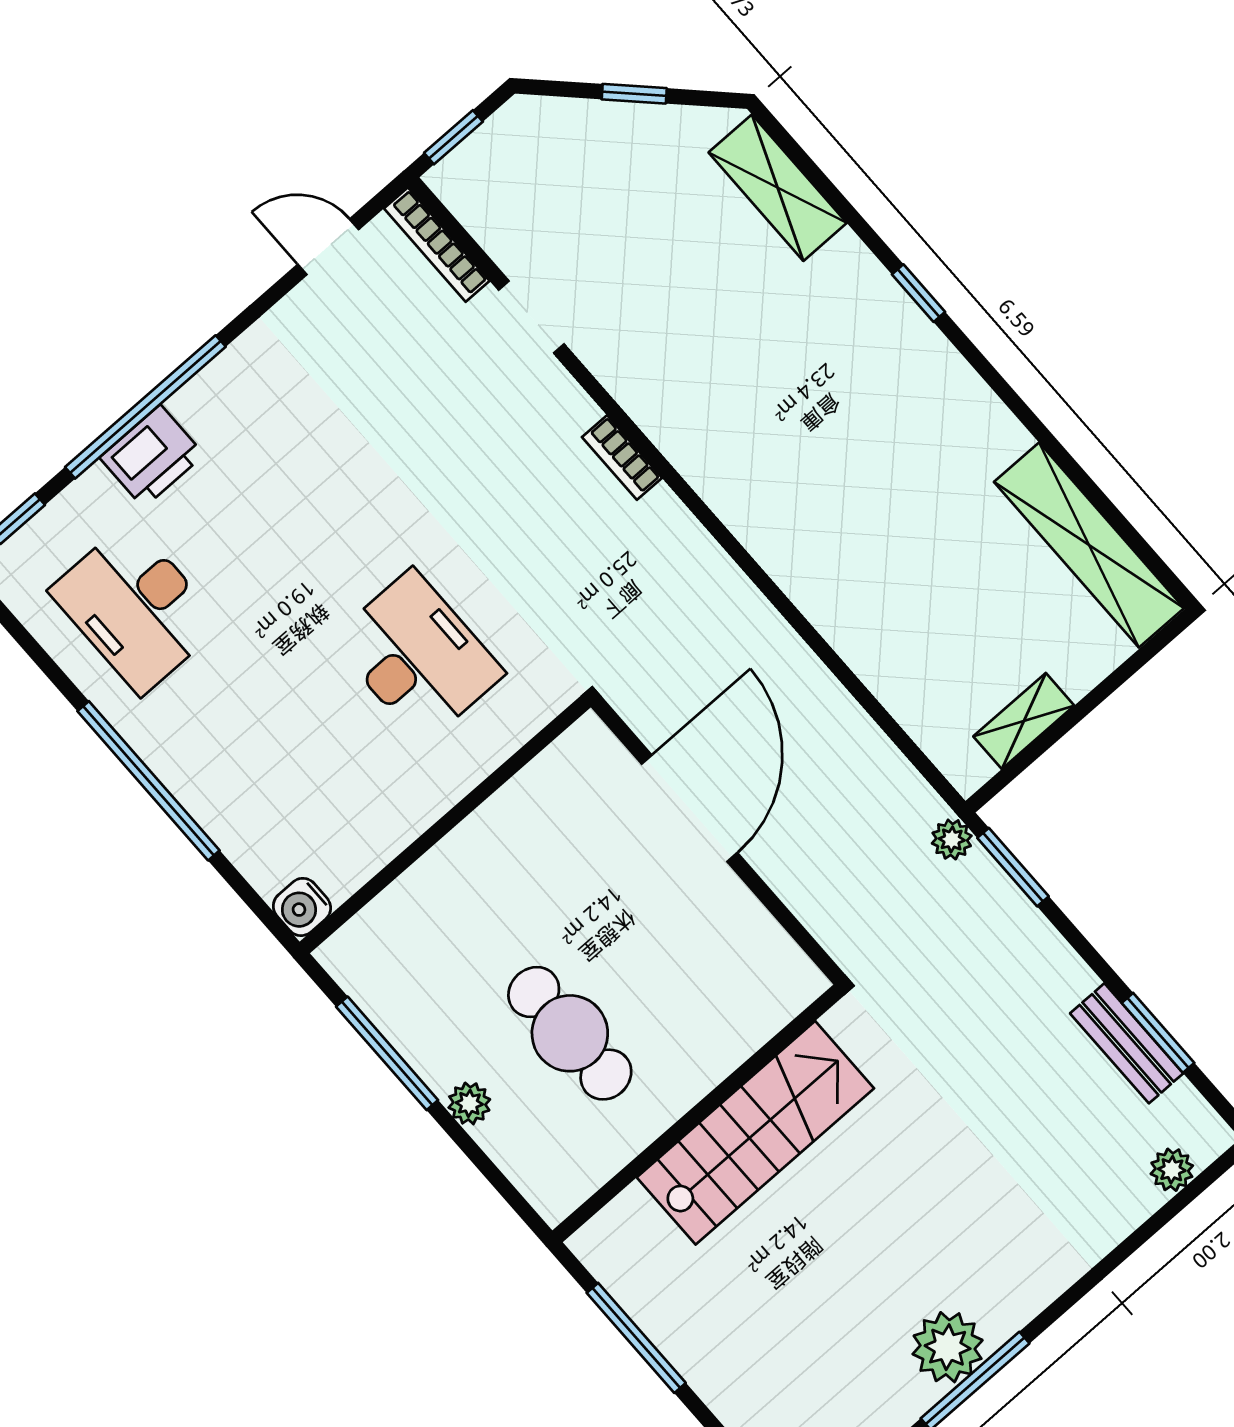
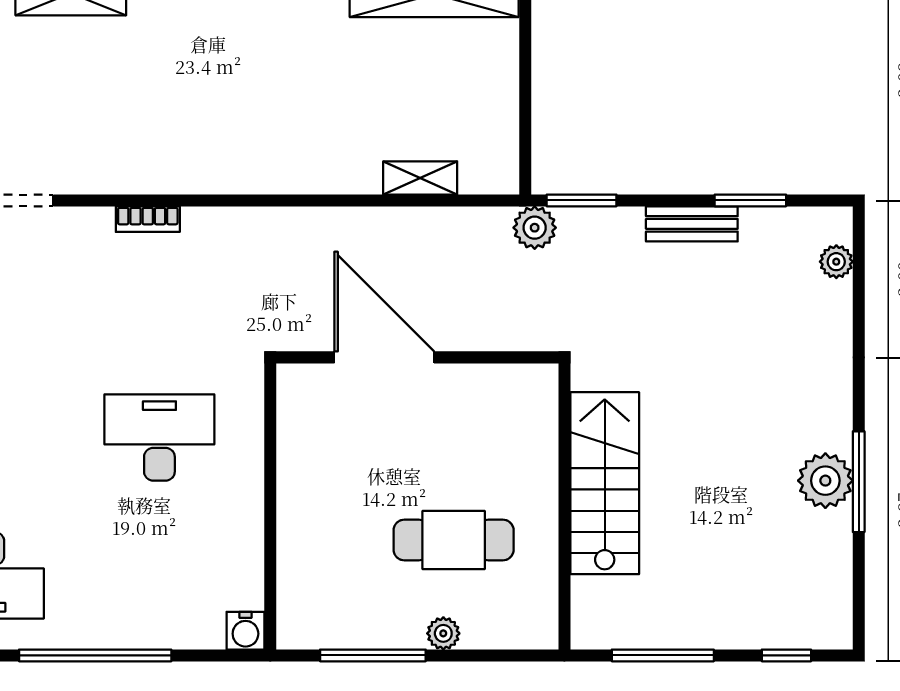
shelving: (1024, 721) -> (420, 178), moved, turned 90
plant: (952, 839) -> (535, 228), width x1.38, depth x1.38
bench: (1127, 1043) -> (692, 224), moved

